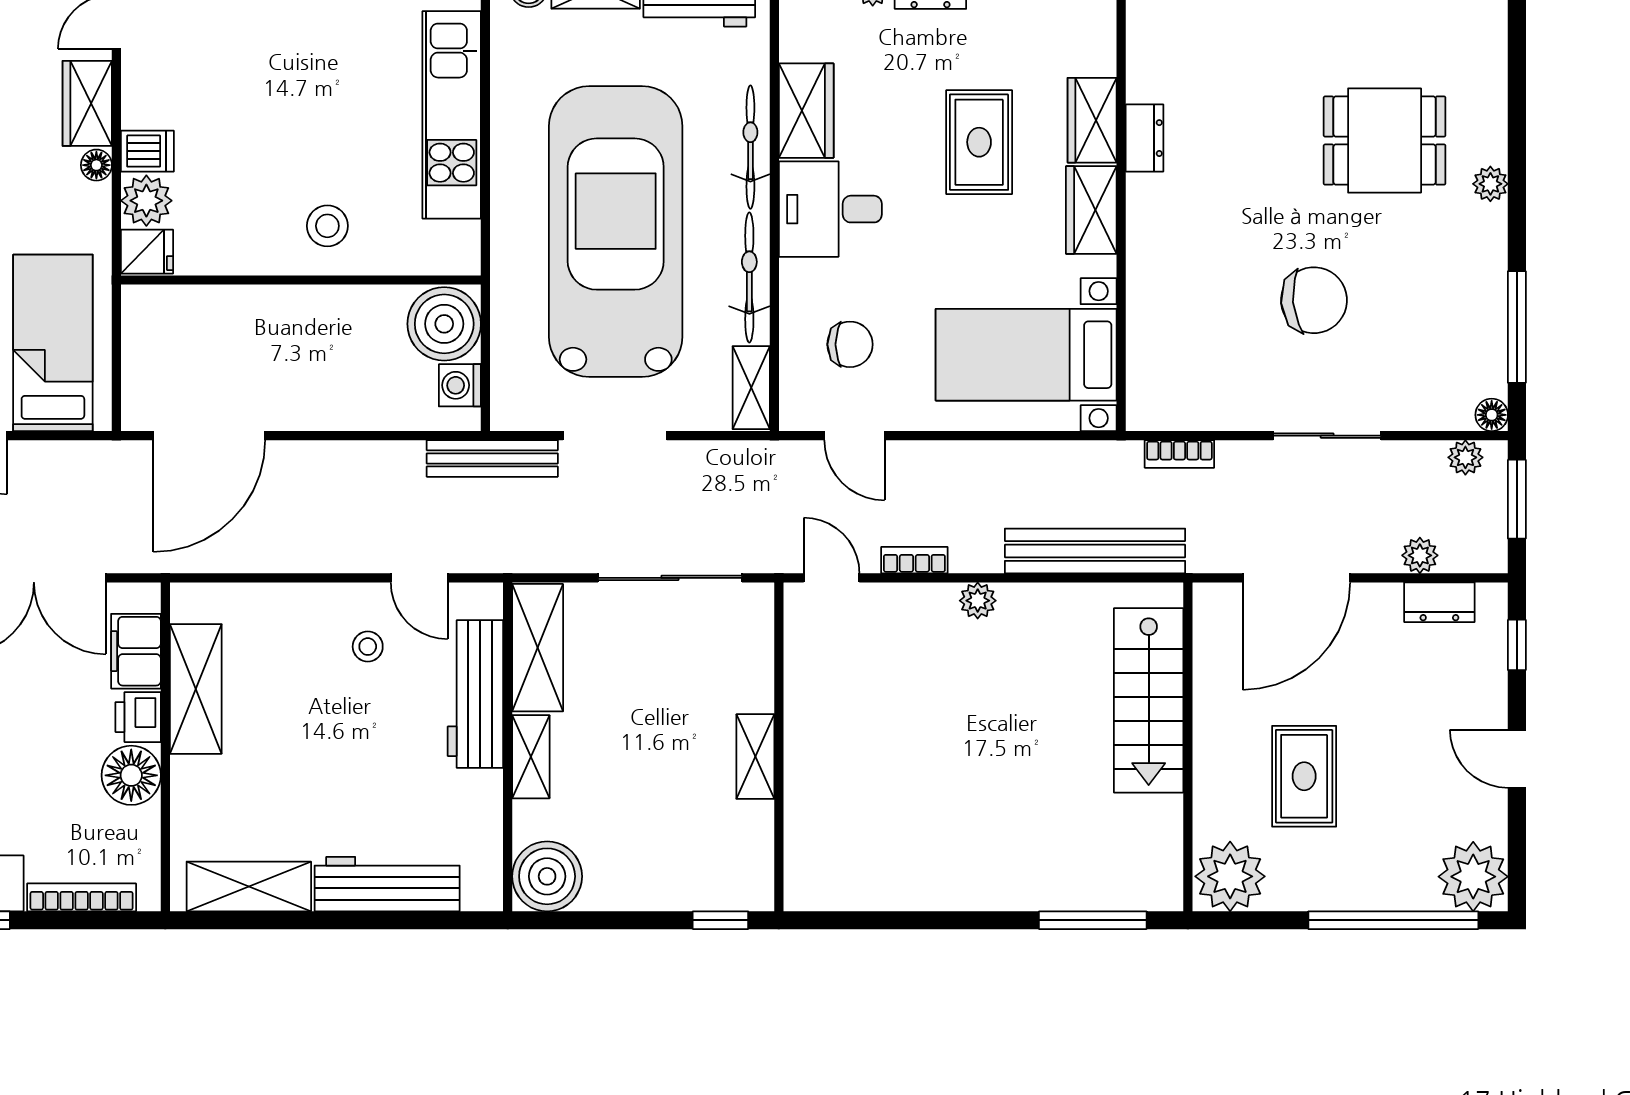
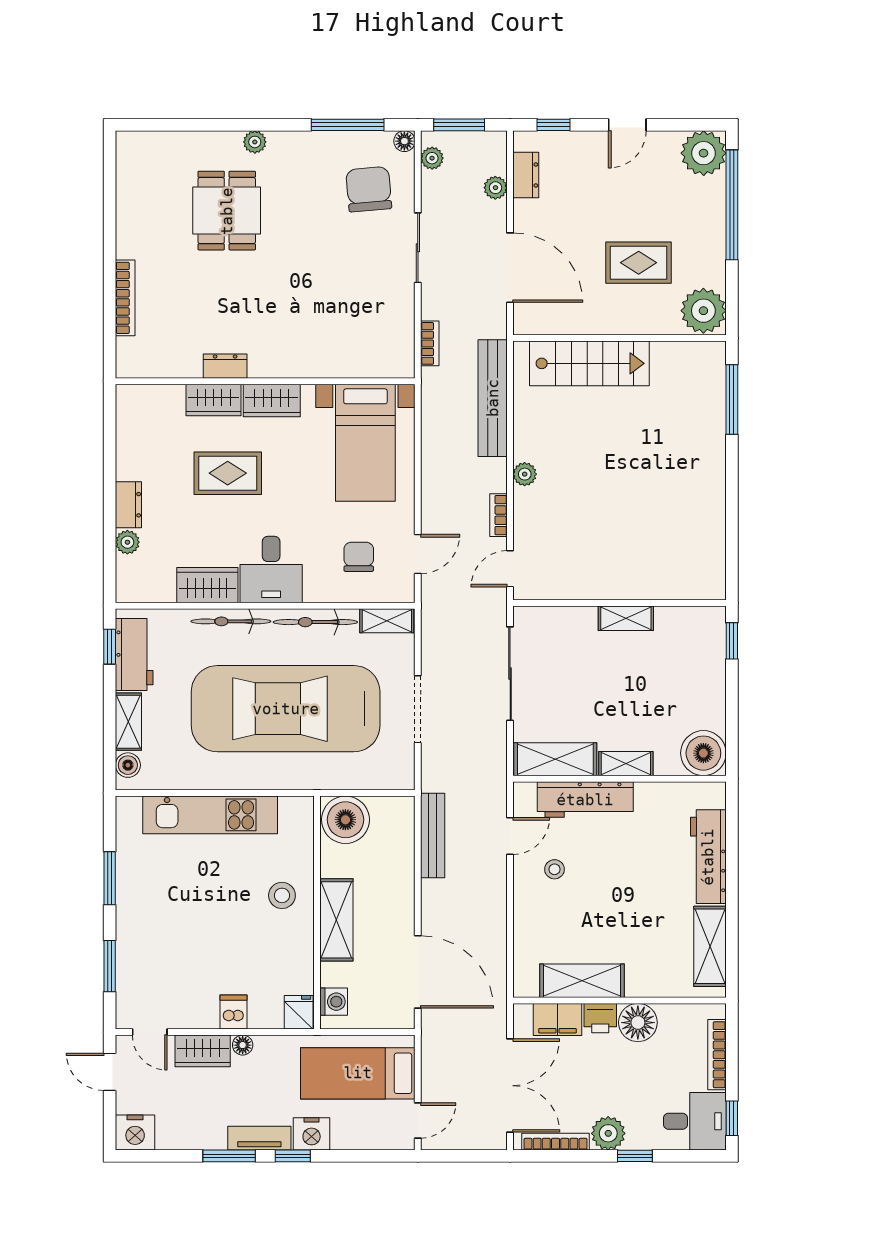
plant: (146, 201) -> (266, 1013), removed
chair: (1314, 300) -> (369, 189), moved
shelving: (290, 310) -> (336, 920), added
washing machine: (460, 385) -> (334, 1002), moved, turned -90
bench: (492, 458) -> (433, 835), moved

